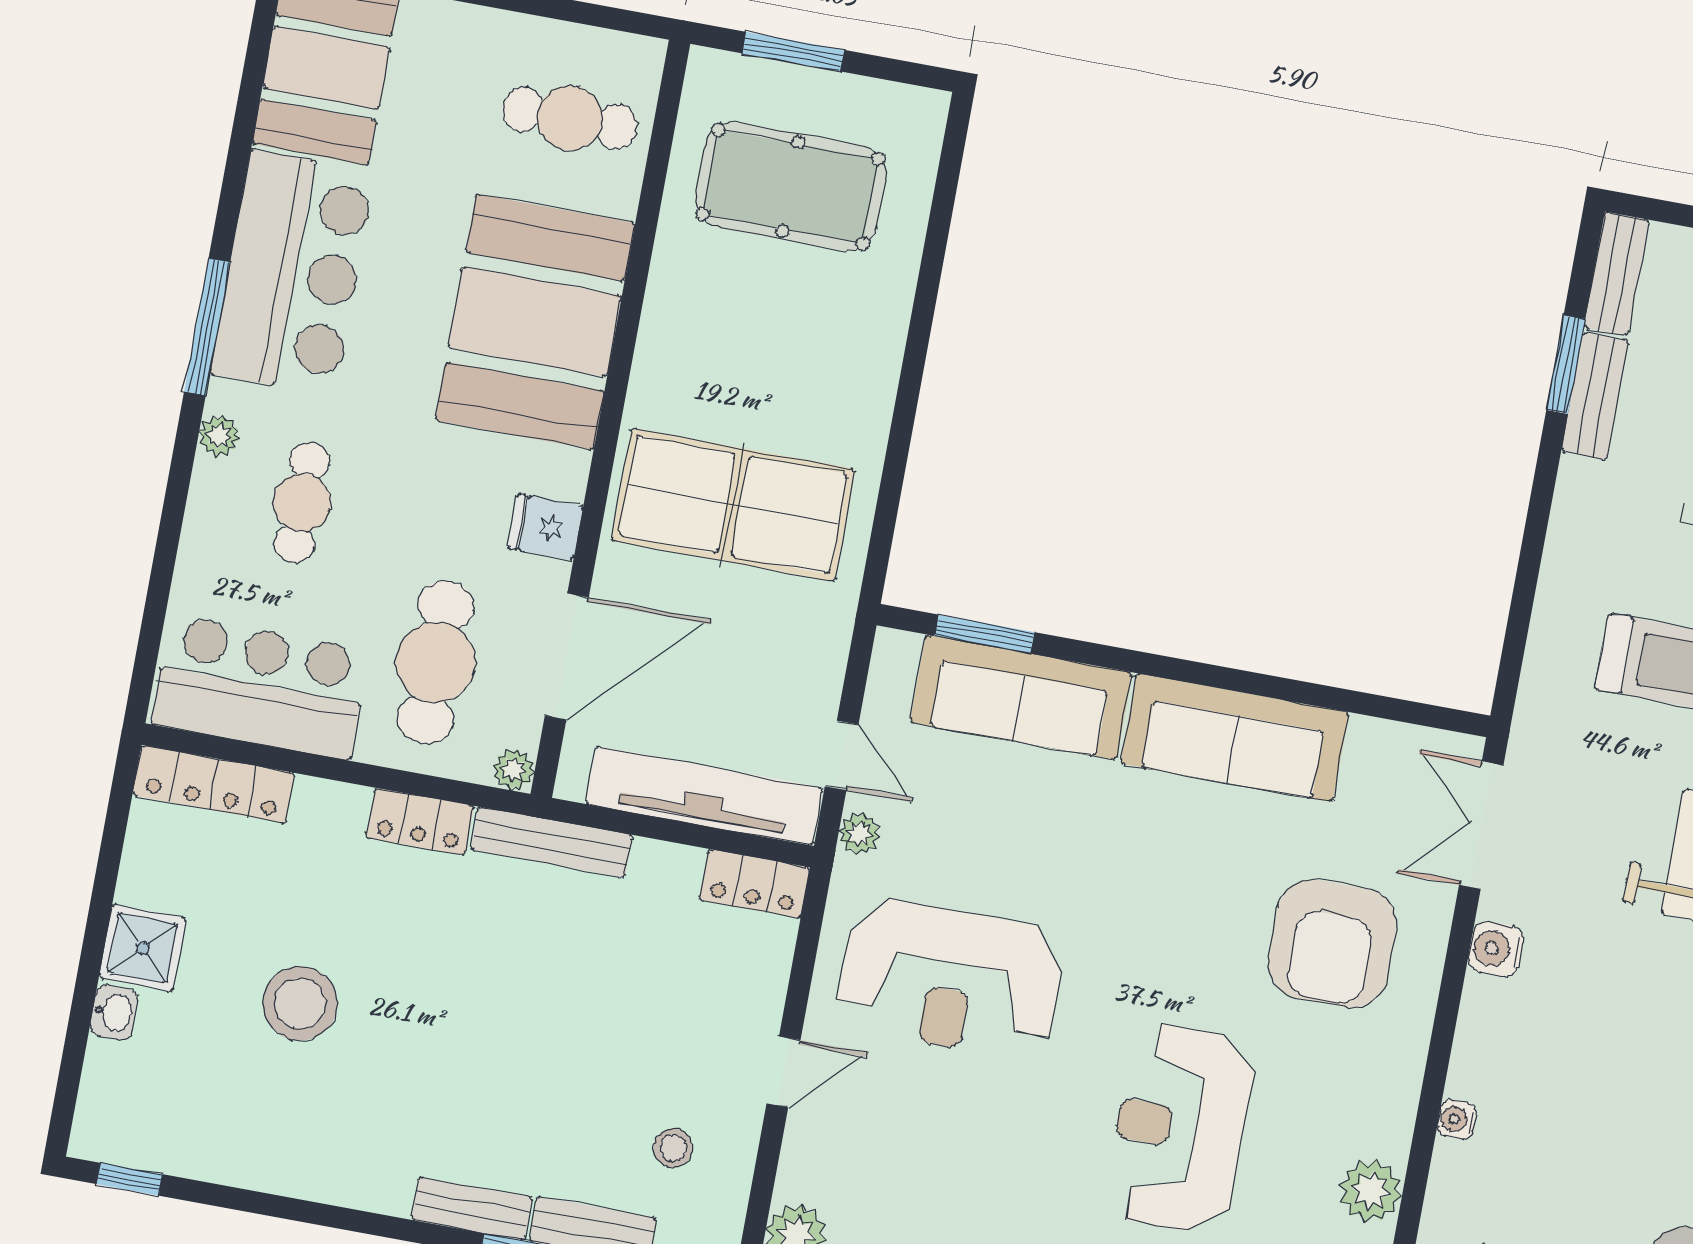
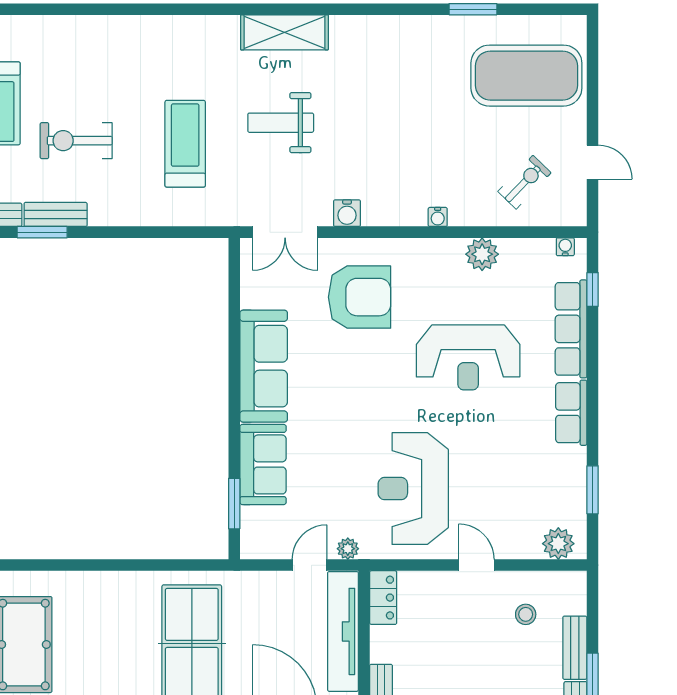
sofa: (1021, 697) -> (263, 464), width x0.73
reception desk: (951, 979) -> (413, 489), turned 180

